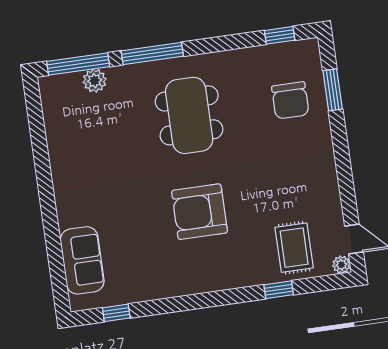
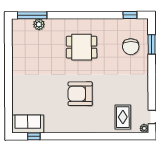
window: (152, 53) -> (68, 15), removed
dining table: (189, 115) -> (82, 47), width x0.73
sofa: (82, 260) -> (28, 124), moved, turned -90
window: (279, 290) -> (113, 136), removed

